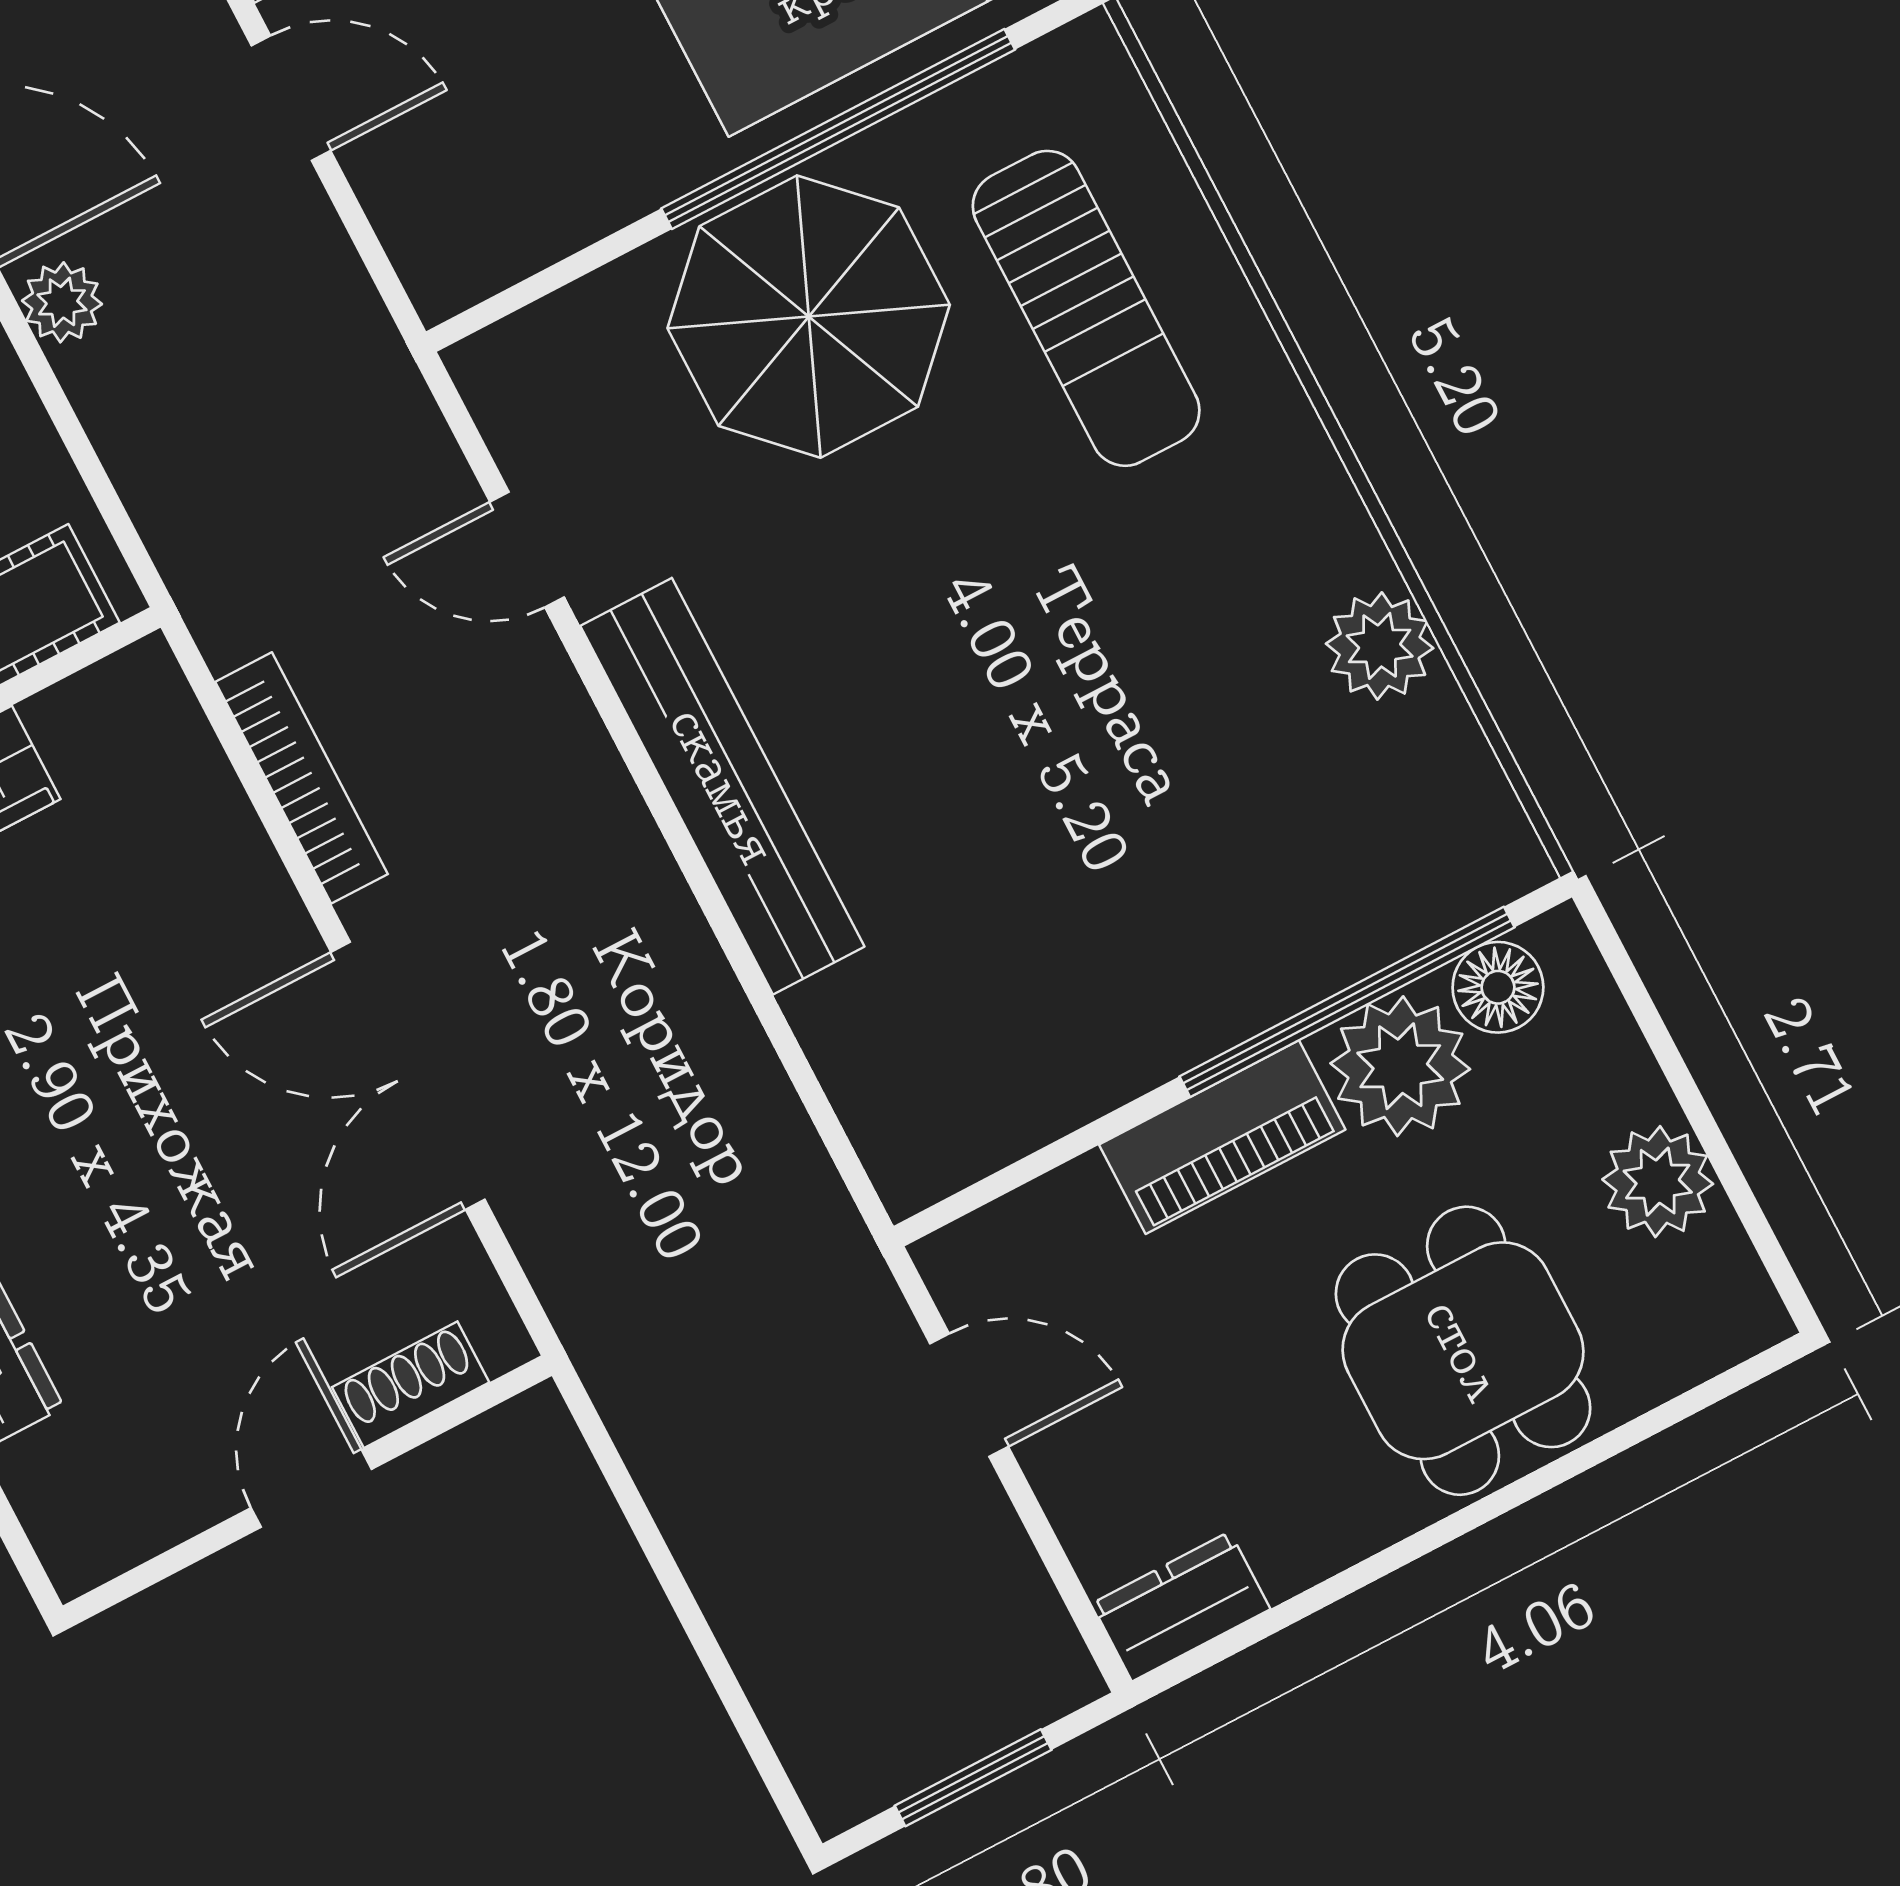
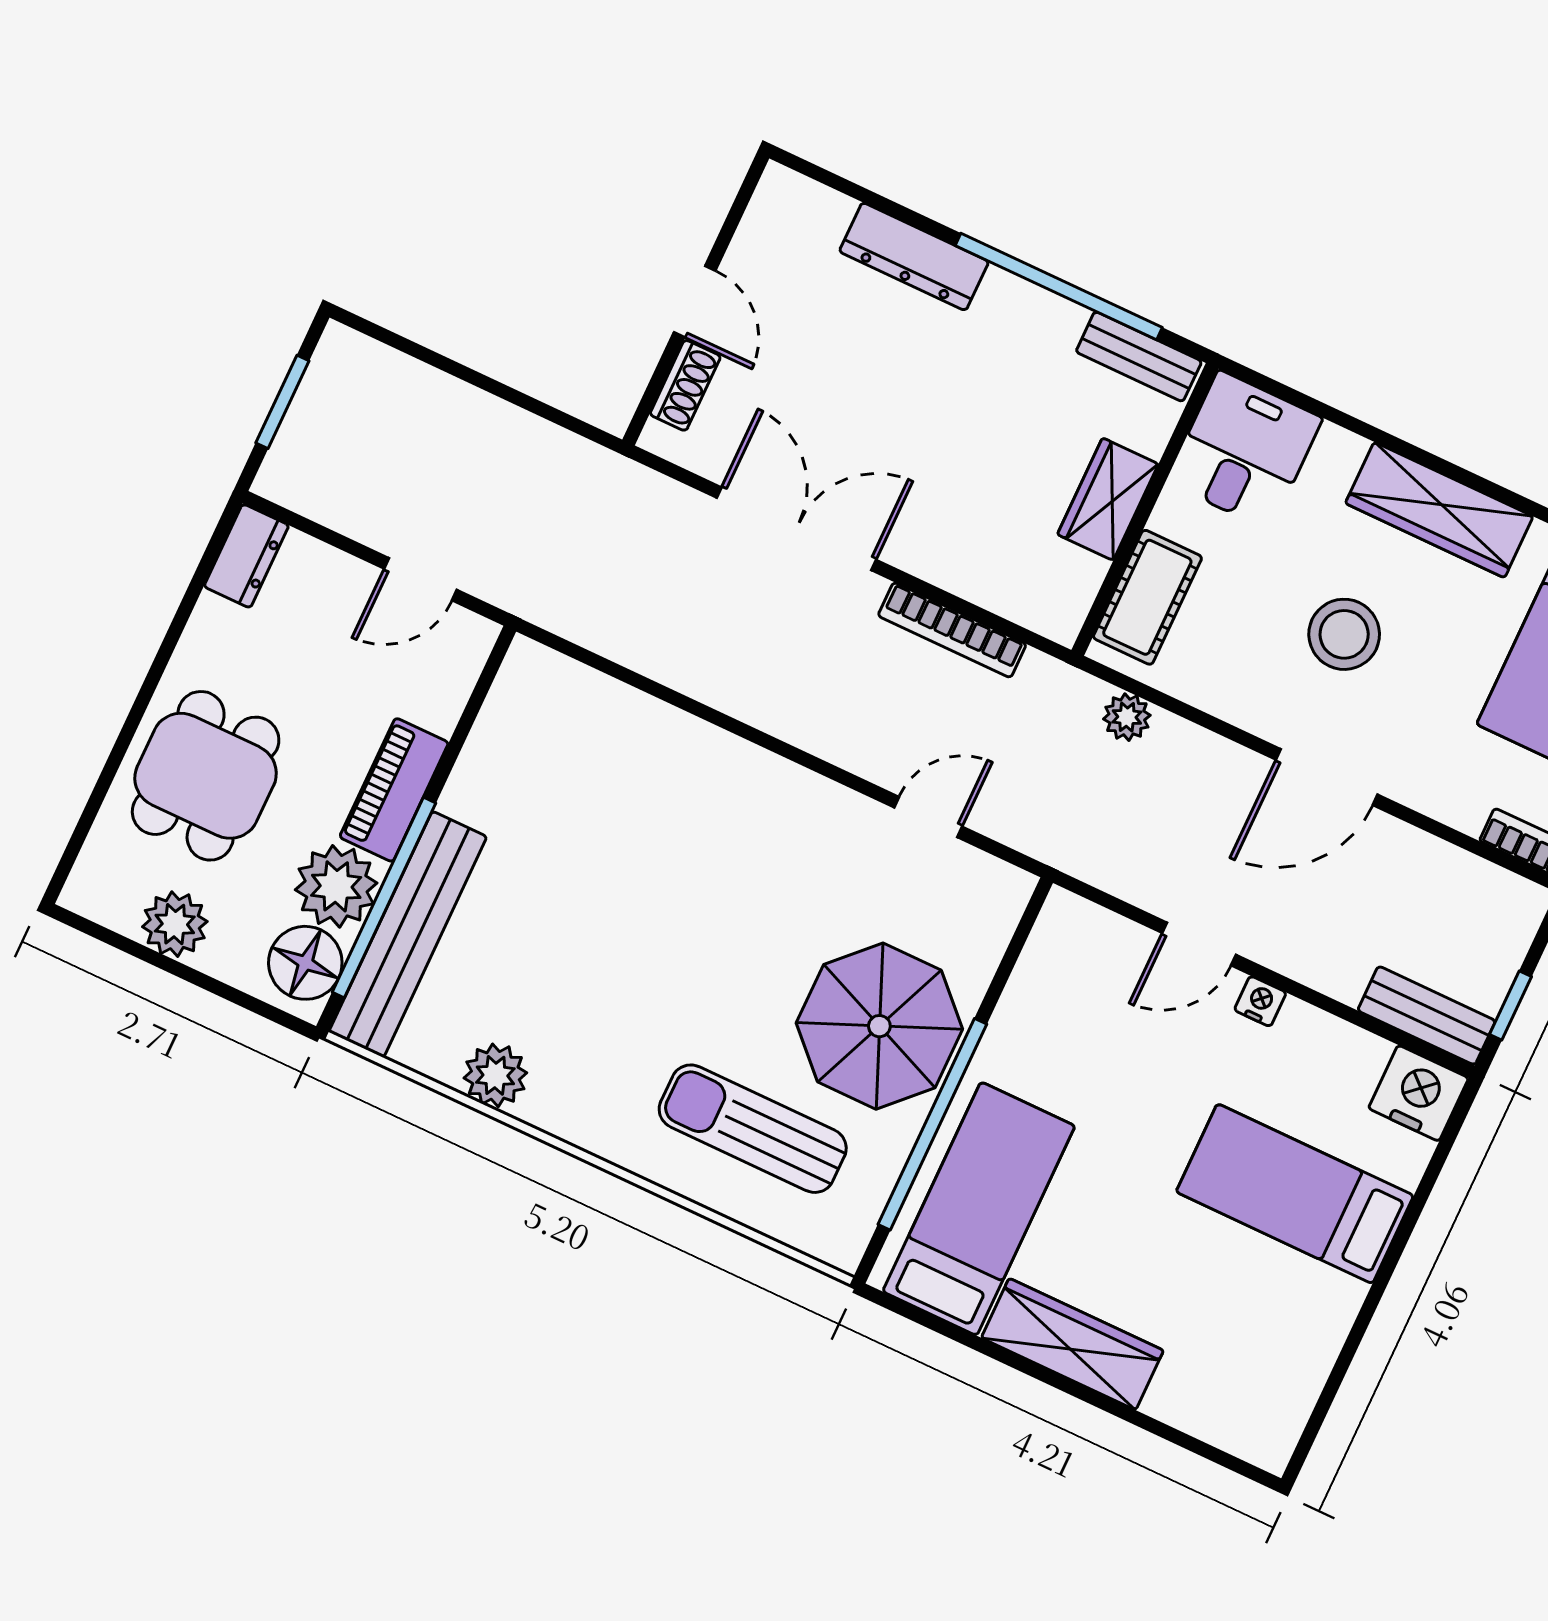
plant: (62, 302) -> (1127, 717), moved
bench: (722, 786) -> (408, 934), moved, turned 90
floor lamp: (1498, 987) -> (305, 963), width x1.38, depth x1.38
dining table: (1463, 1351) -> (206, 776), turned 90

